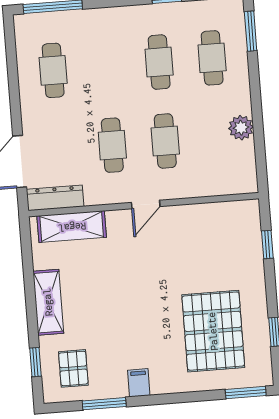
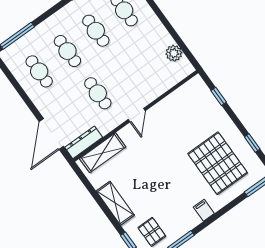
plant: (241, 128) -> (174, 53), moved
cafe table: (165, 141) -> (67, 51), moved
filing cabinet: (139, 383) -> (204, 210), moved

